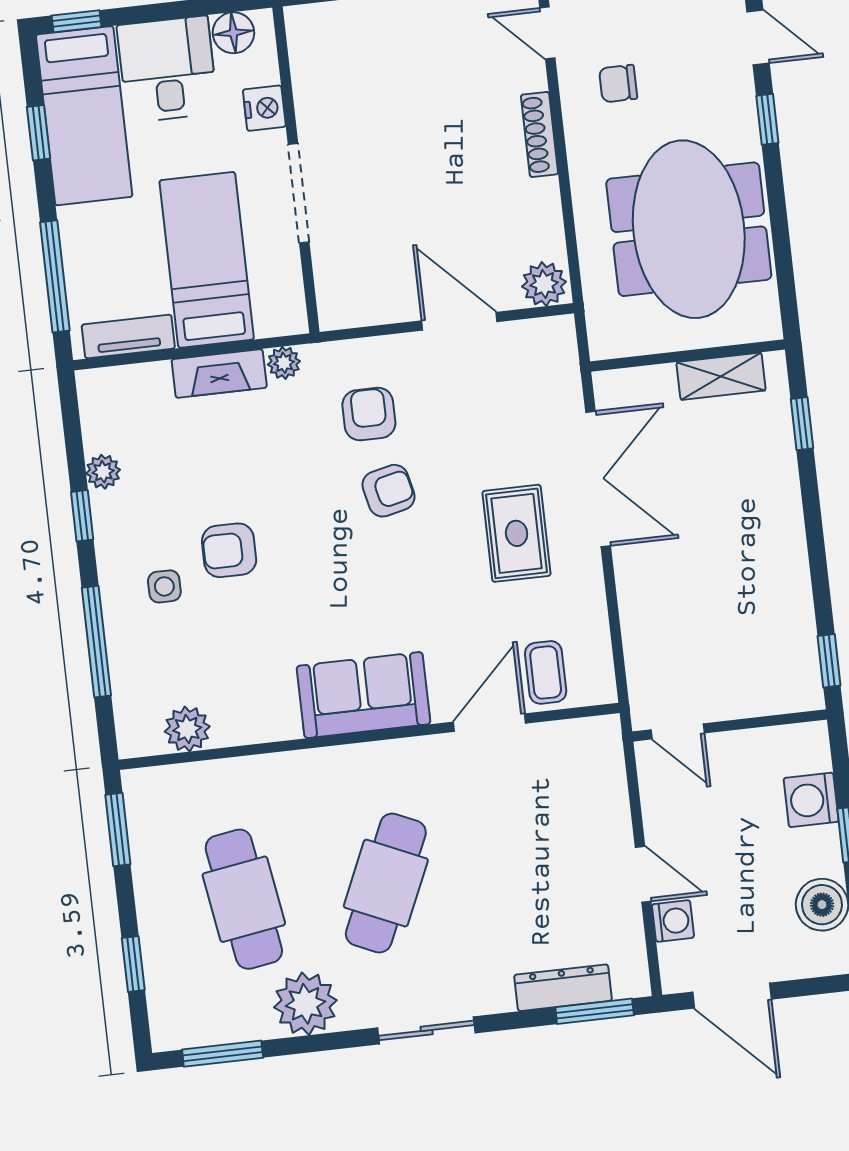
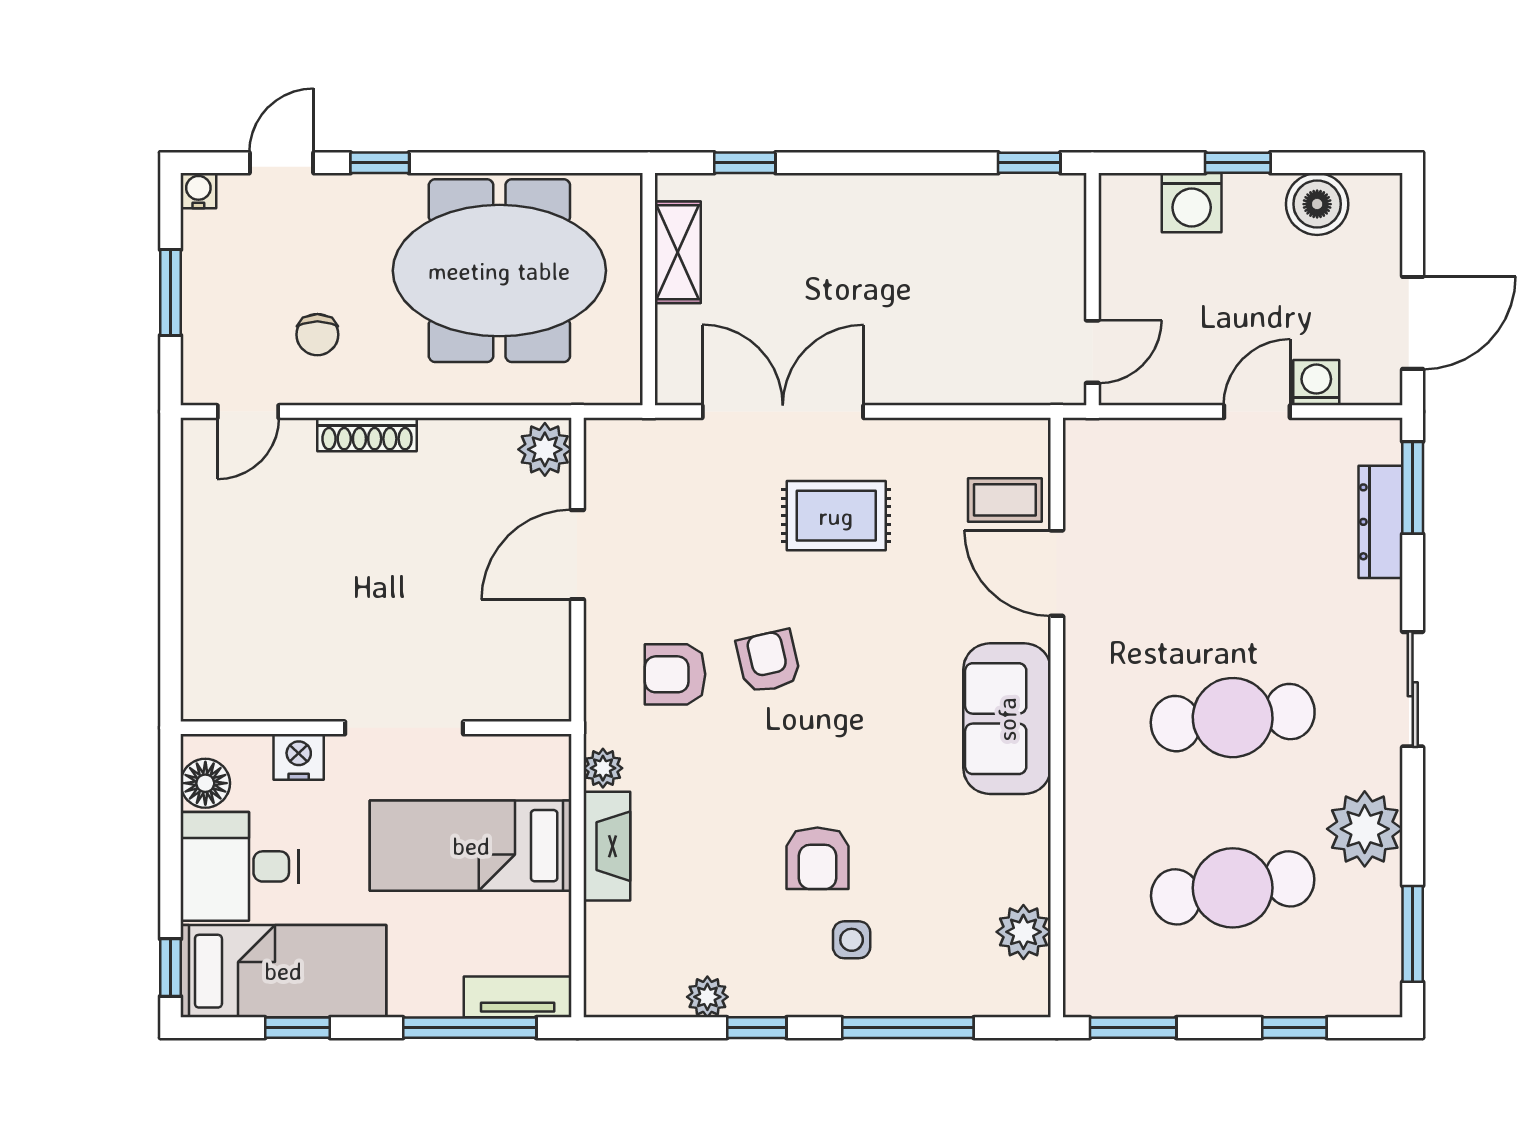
tv unit: (128, 336) -> (518, 997), moved, turned 90
cafe table: (386, 883) -> (1233, 718), turned -30

